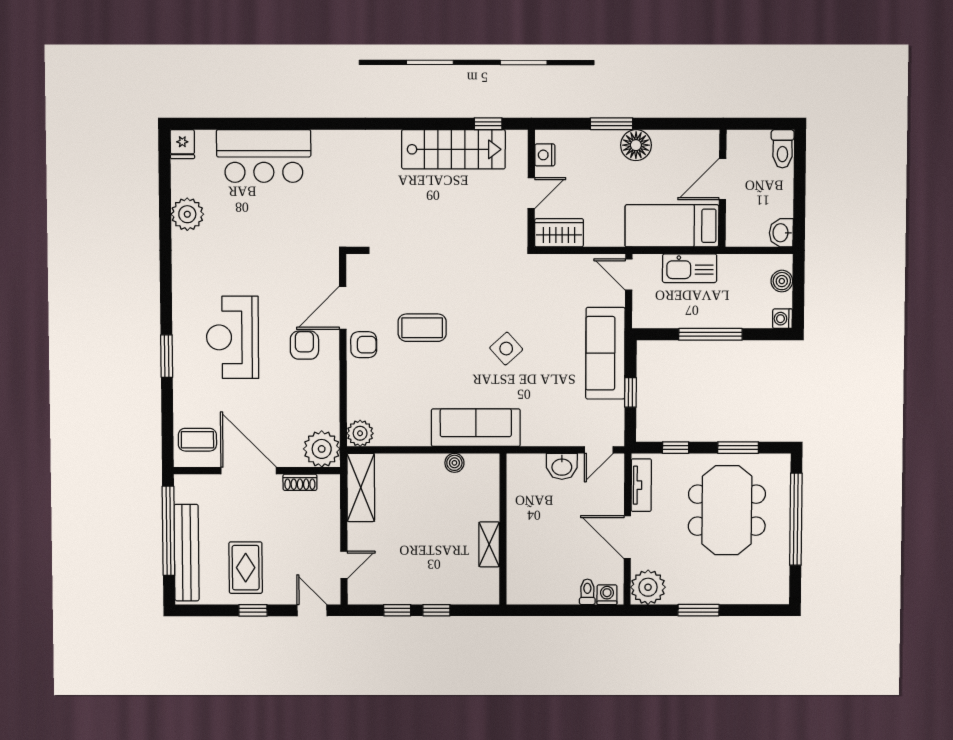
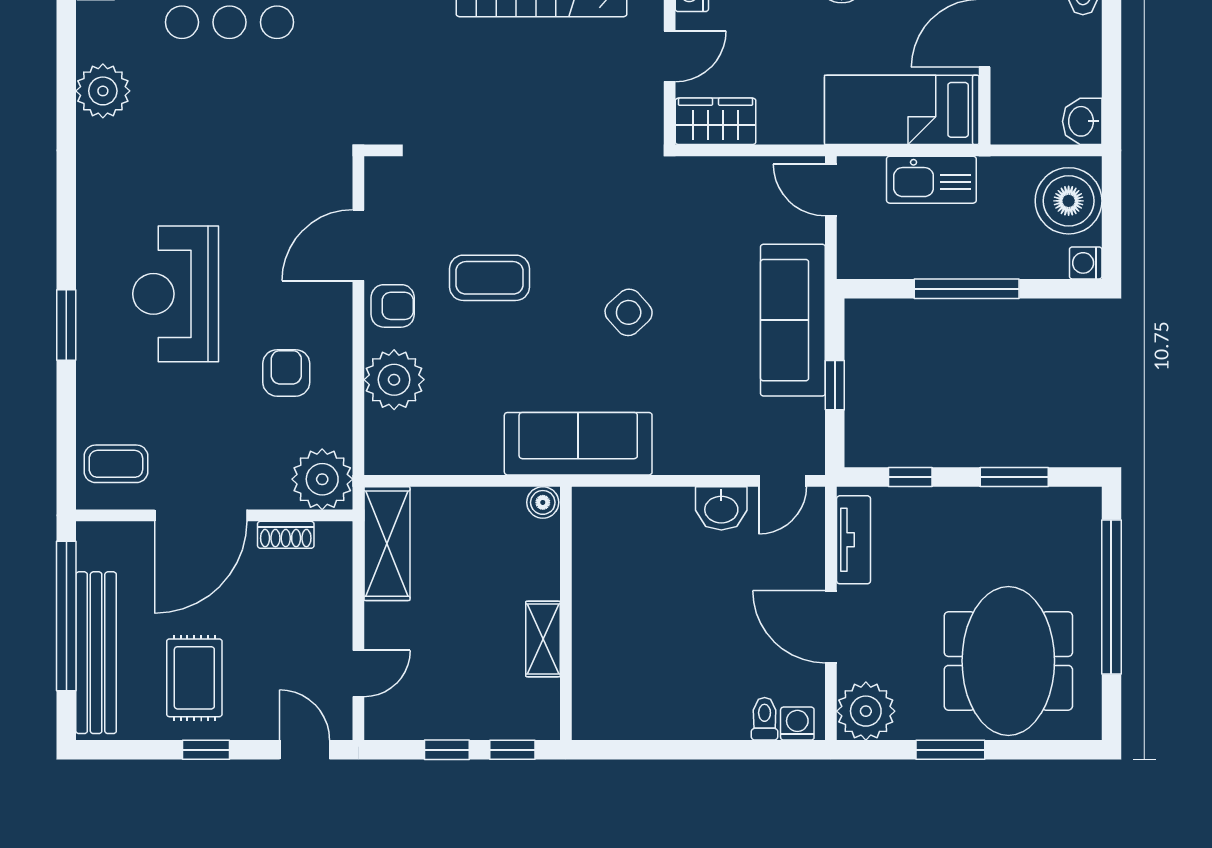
boiler: (782, 281) -> (1069, 201), width x1.86, depth x1.86
armchair: (304, 345) -> (286, 373), moved
plant: (360, 433) -> (394, 380), moved, width x1.36, depth x1.36
door: (249, 471) -> (201, 515), swing flipped
meeting table: (727, 510) -> (1008, 661), moved
wall: (503, 529) -> (566, 613), moved
shelving: (489, 544) -> (543, 639), moved

